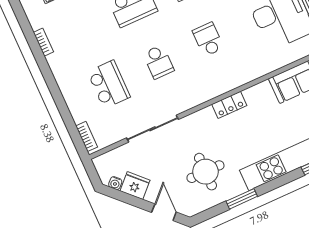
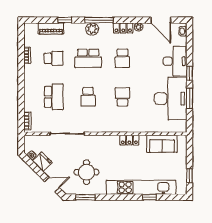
school desk: (84, 29) -> (54, 58), added
locker: (229, 105) -> (129, 140), moved
window: (242, 199) -> (85, 197), moved
door: (164, 212) -> (52, 185), hinge flipped

